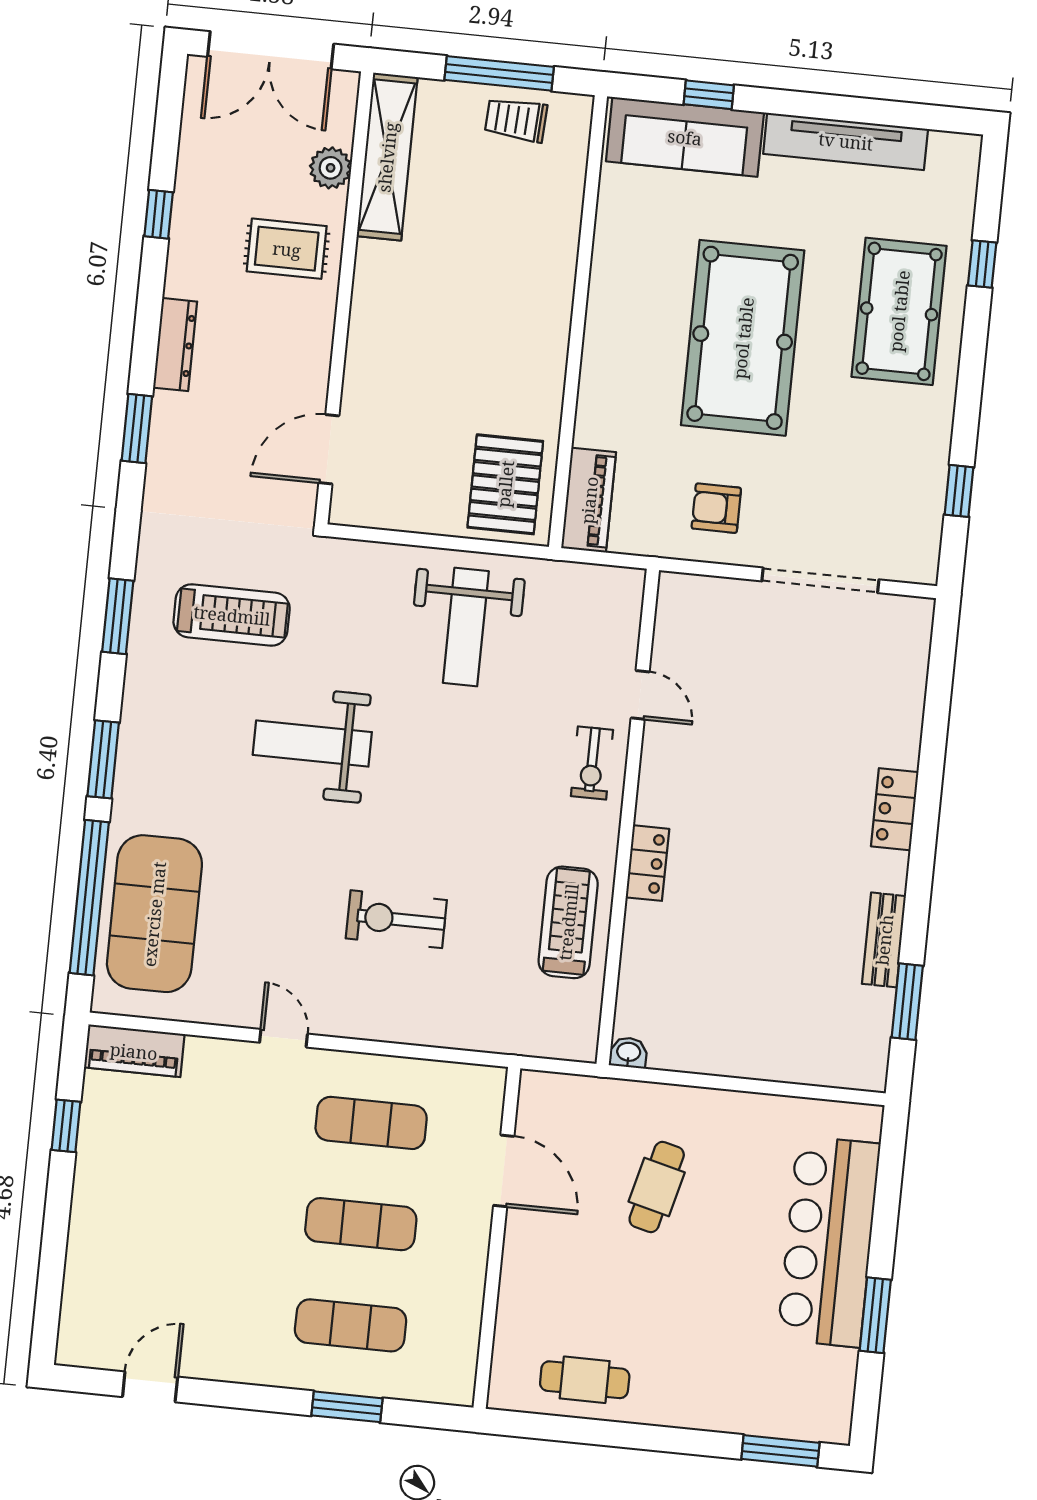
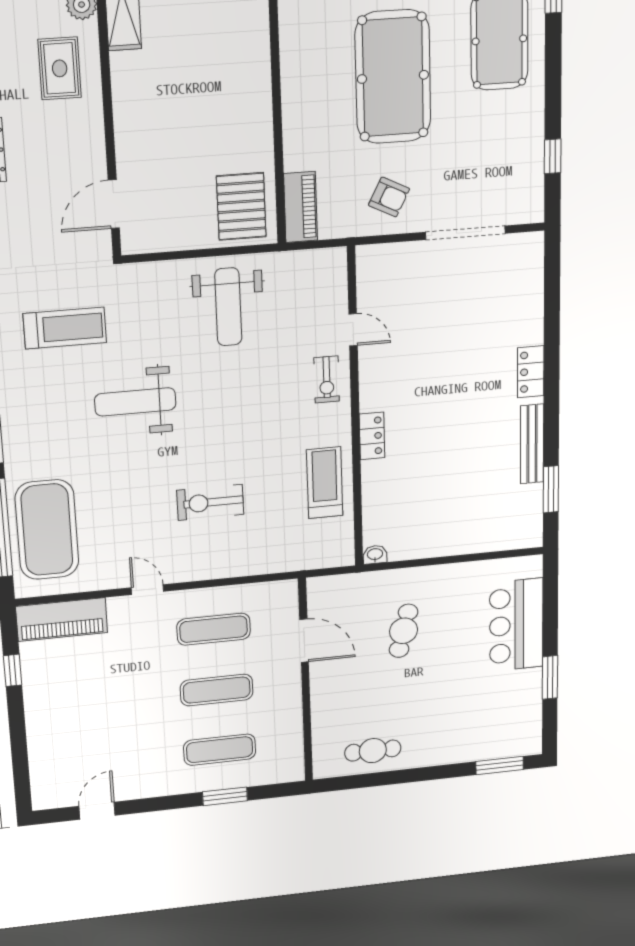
rug: (287, 249) -> (60, 68), turned 90
armchair: (716, 508) -> (389, 197), turned -153
bench: (884, 940) -> (532, 444), width x1.36
piano: (134, 1051) -> (62, 620), width x1.37, depth x1.33
bar counter: (829, 1242) -> (516, 625), width x0.73

